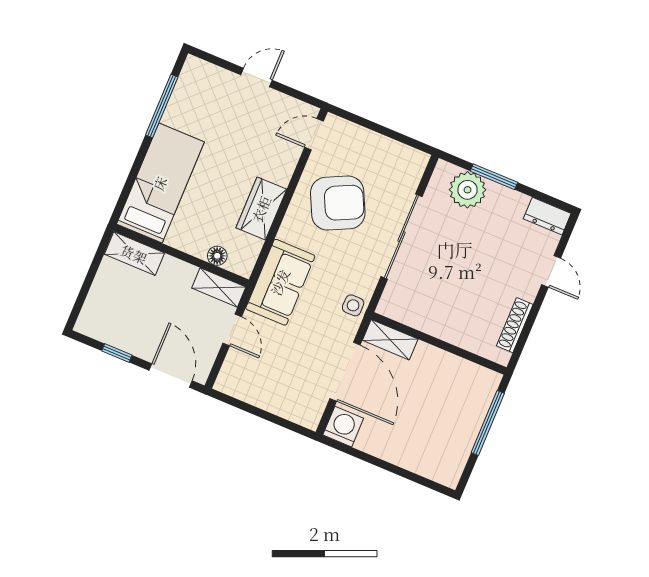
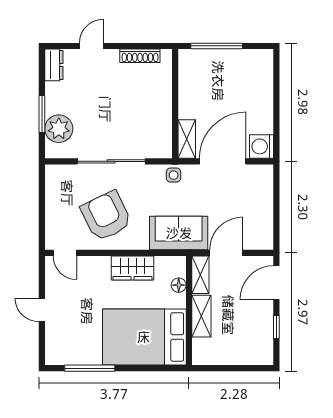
bed: (160, 183) -> (144, 337), width x1.50
shelving: (134, 254) -> (201, 316), moved
door: (232, 330) -> (226, 253), width x1.37

